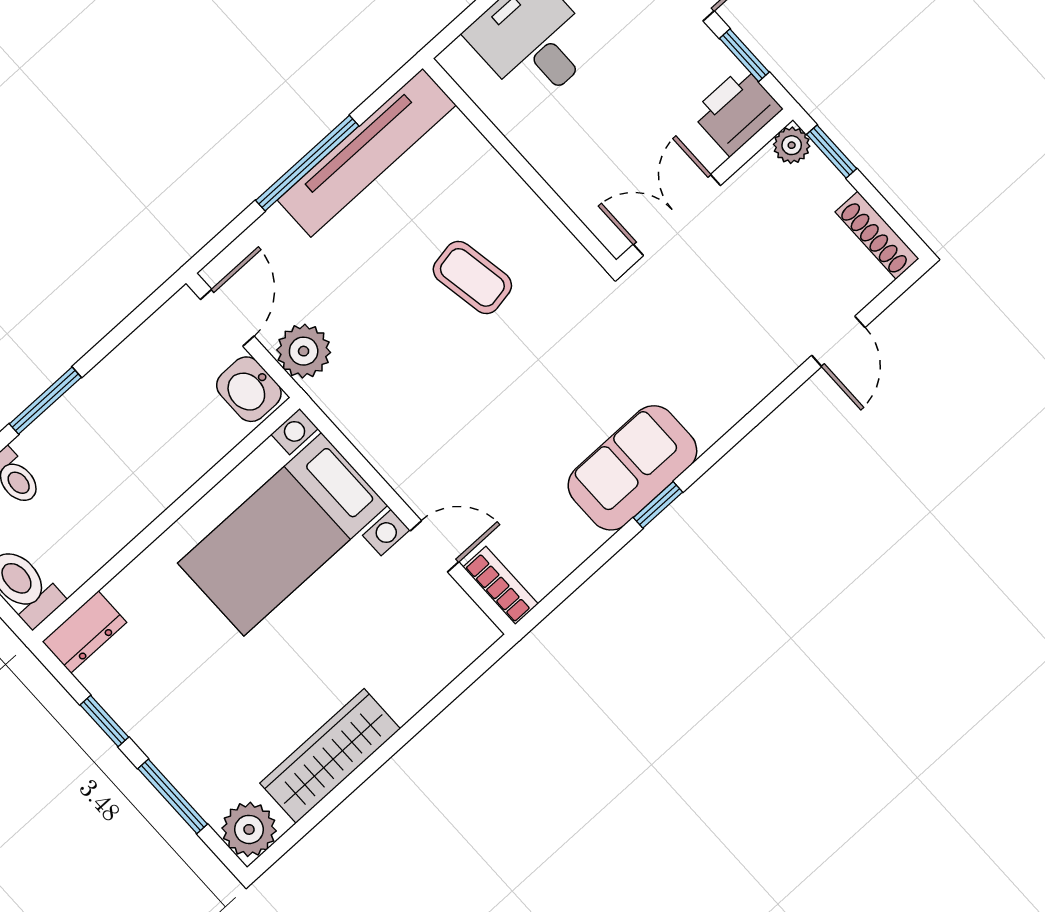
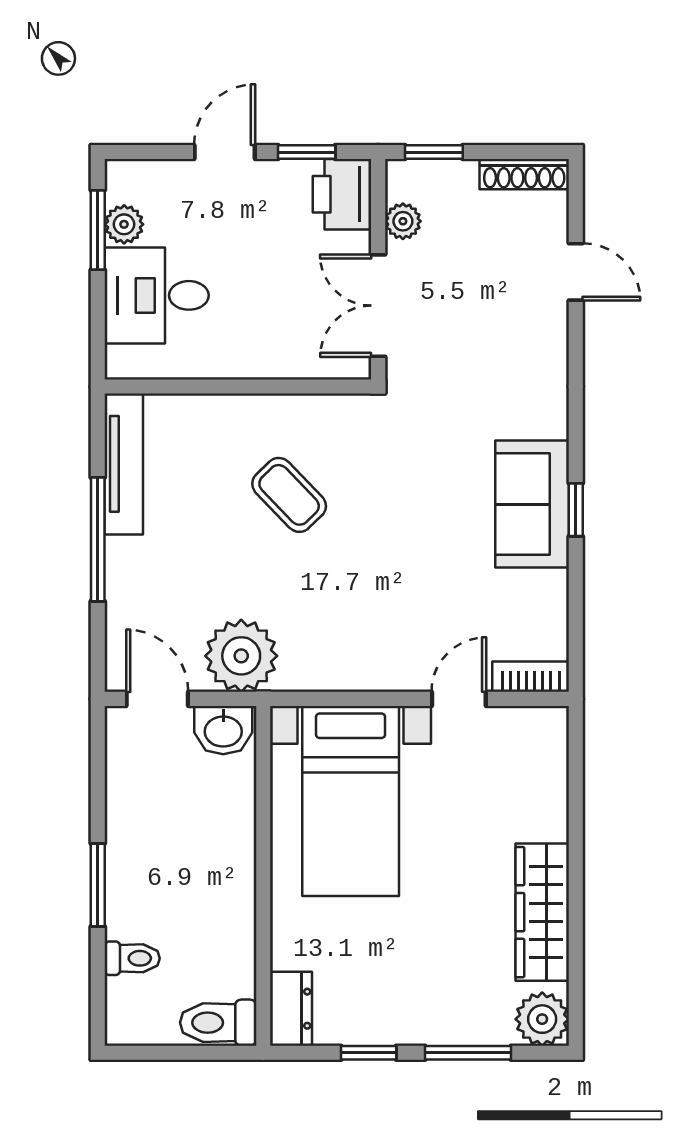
plant: (792, 145) -> (403, 221), moved
tv unit: (367, 153) -> (124, 464), width x0.73, depth x0.78
coffee table: (472, 277) -> (289, 495), turned 56
plant: (304, 351) -> (241, 656), width x1.36, depth x1.36

